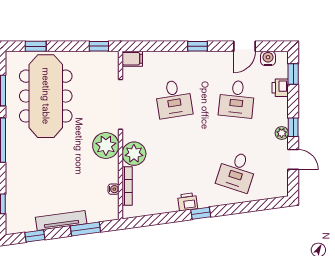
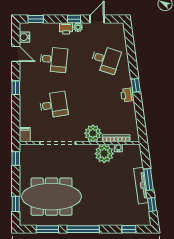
printer: (280, 88) -> (66, 28), moved
plant: (106, 145) -> (104, 154), moved
window: (85, 229) -> (149, 180), moved

